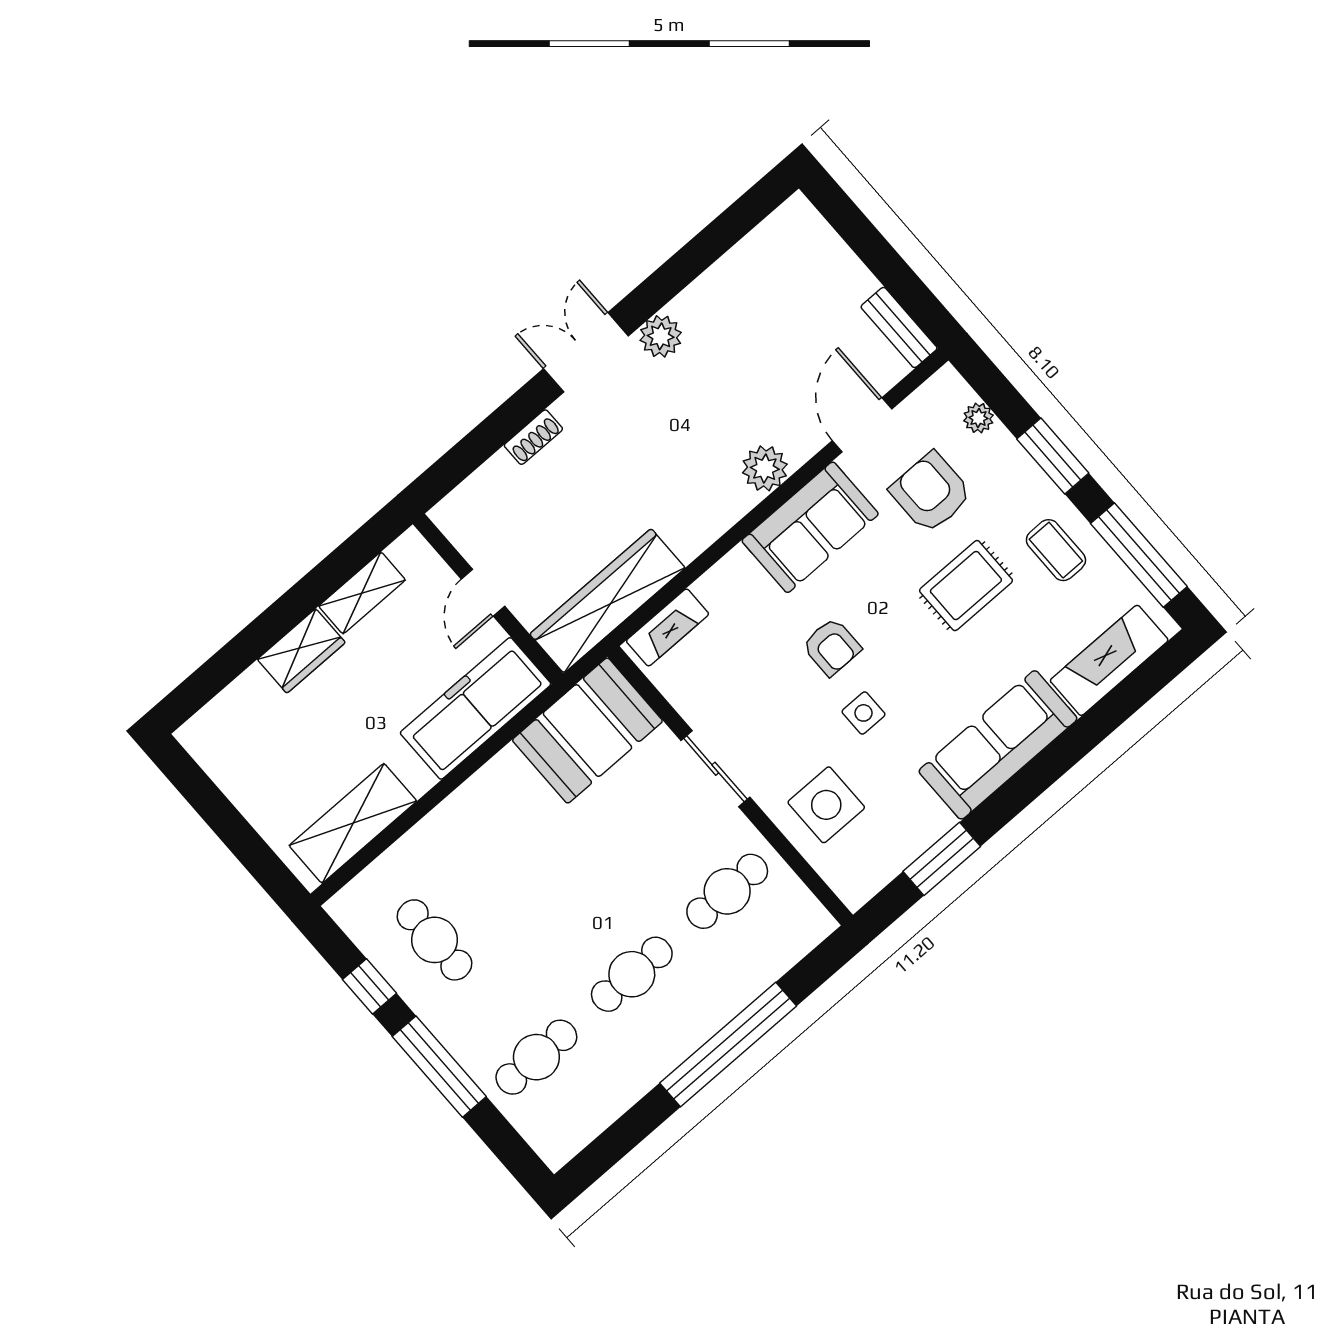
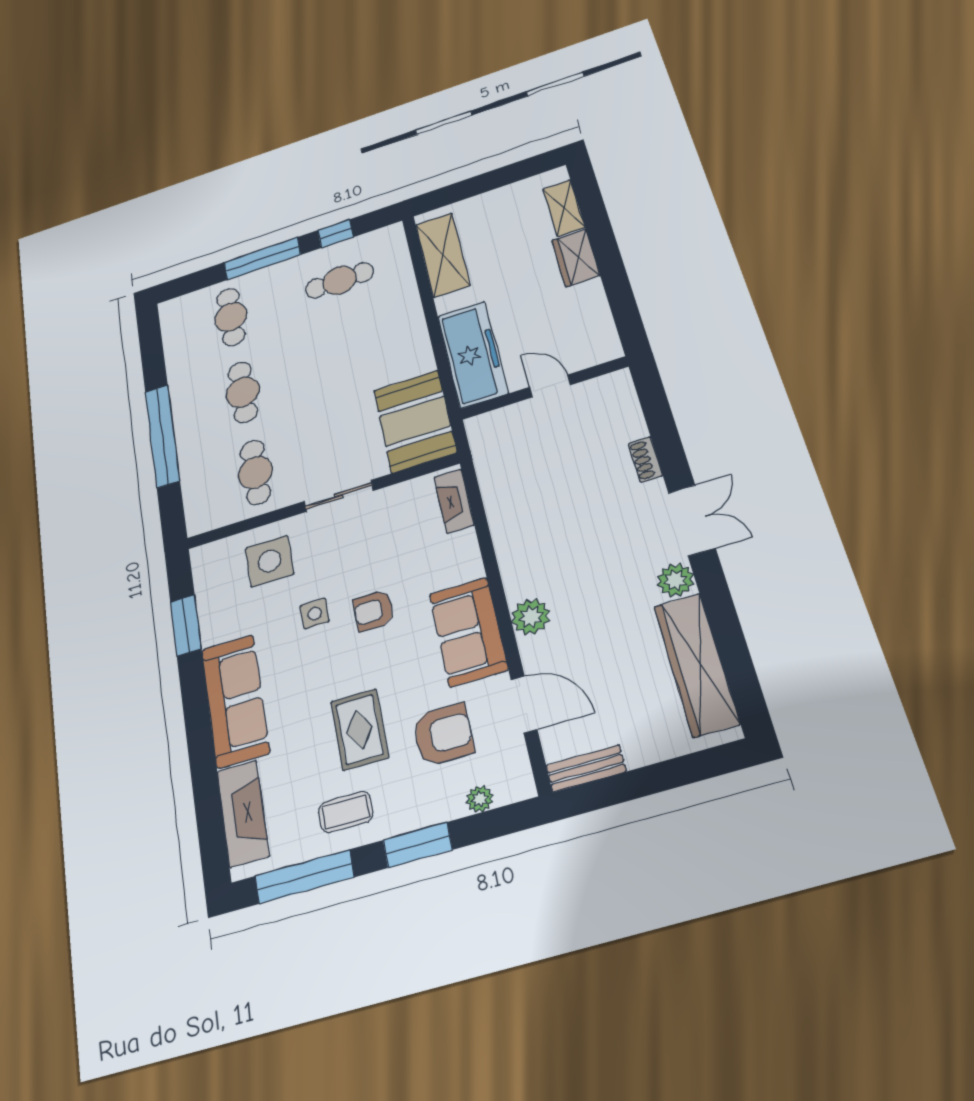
shelving: (362, 593) -> (564, 208), moved
wardrobe: (607, 601) -> (696, 664), moved, turned 180

